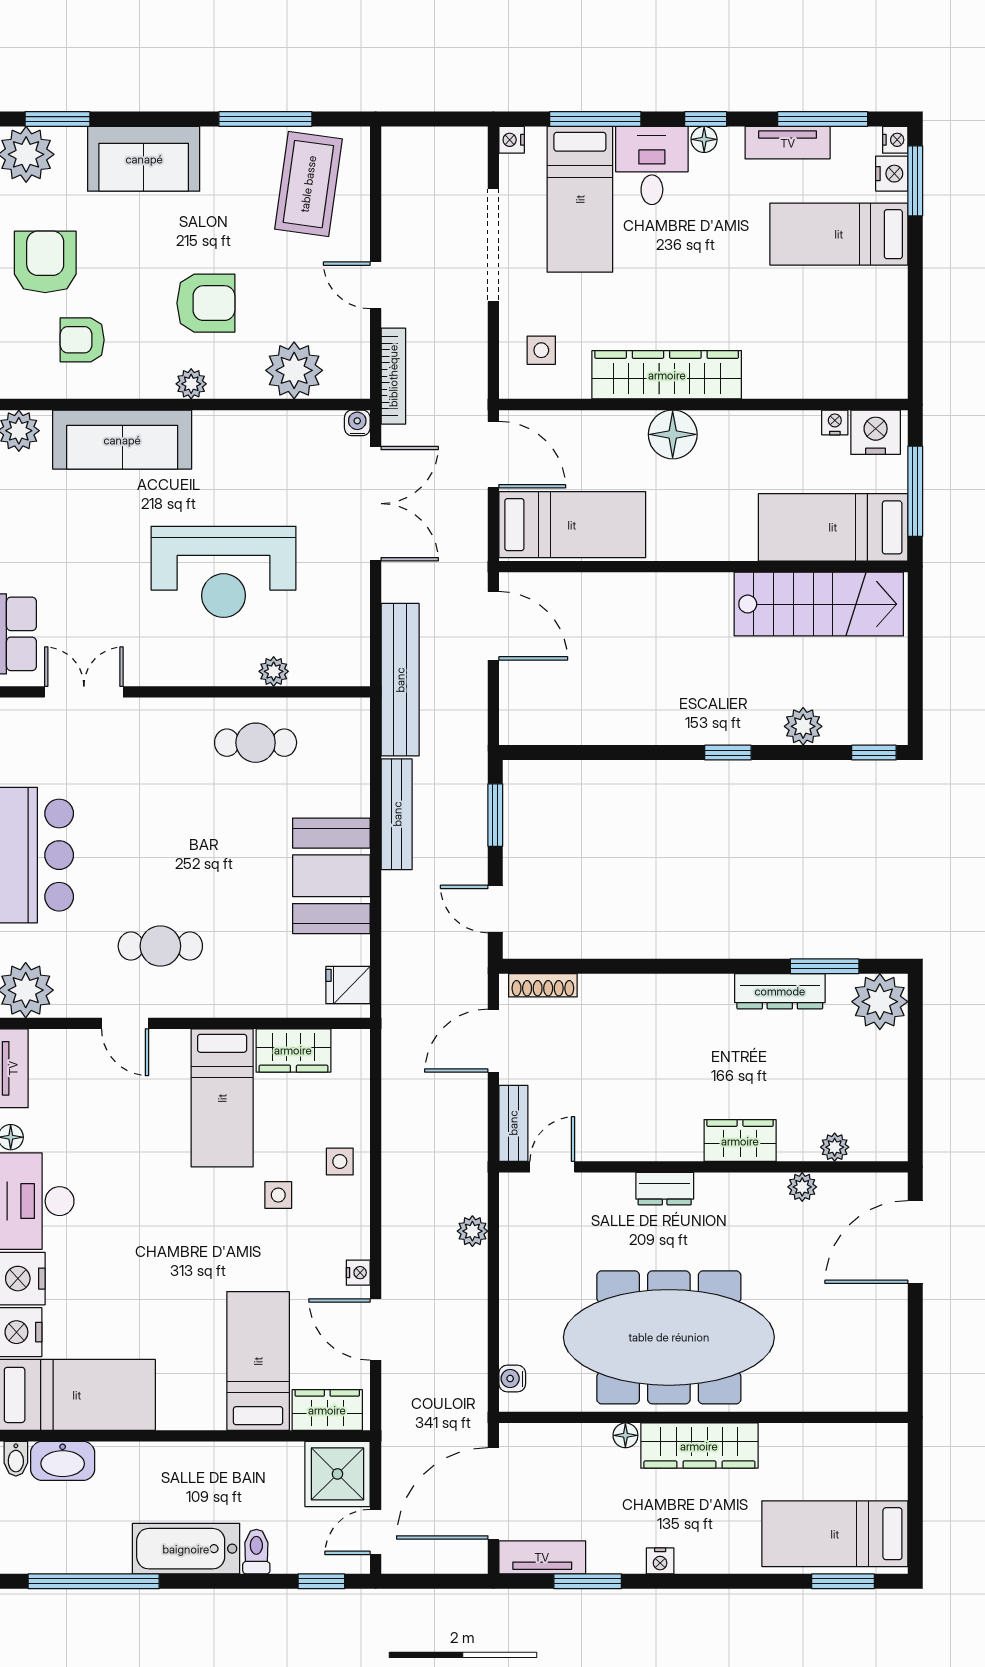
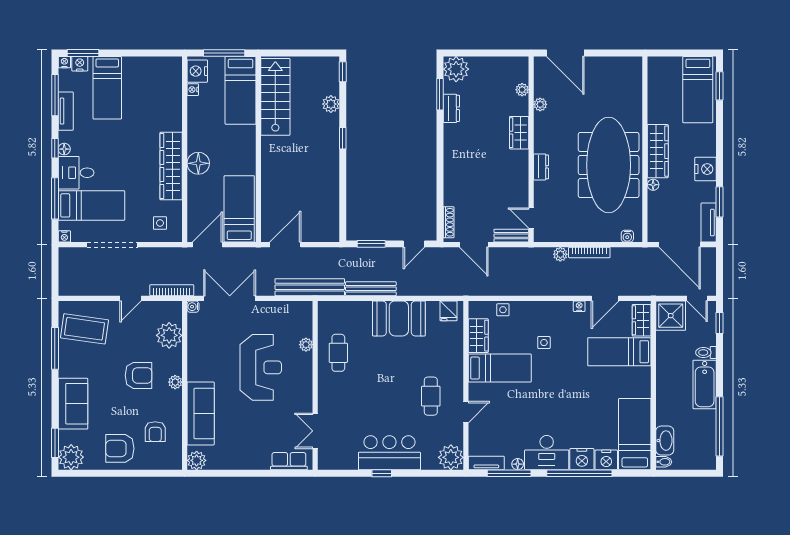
armchair: (206, 303) -> (139, 375), turned 90
dresser: (780, 991) -> (451, 108), width x0.70
side table: (340, 1162) -> (503, 310), moved
bookcase: (476, 1295) -> (589, 253), added
nightstand: (660, 1561) -> (706, 169), width x1.89, depth x1.79

